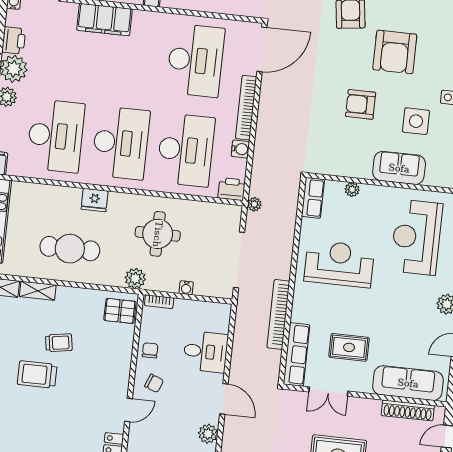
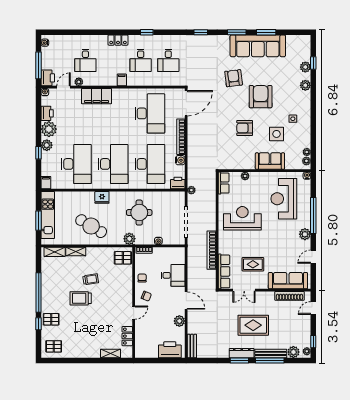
armchair: (395, 52) -> (261, 97), turned 180
cafe table: (70, 249) -> (91, 226), turned 31

